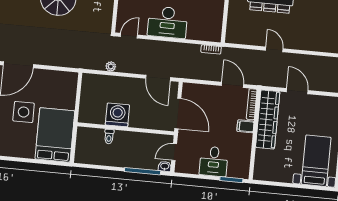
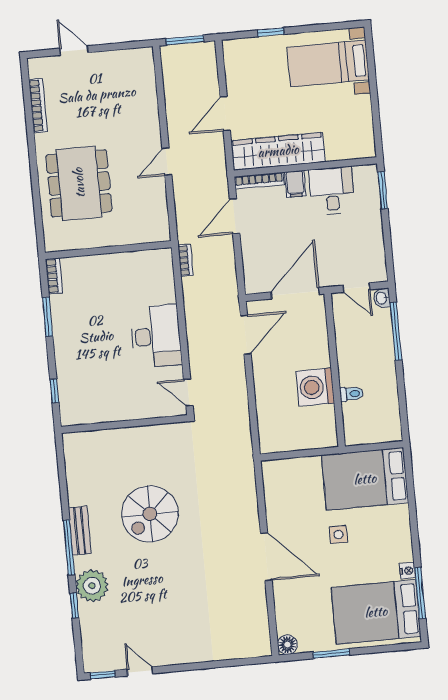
plant: (111, 66) -> (242, 412), removed
side table: (24, 112) -> (338, 534), width x0.54, depth x0.54
desk: (214, 161) -> (332, 191), moved, turned -90

